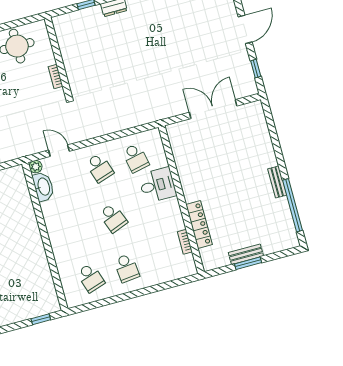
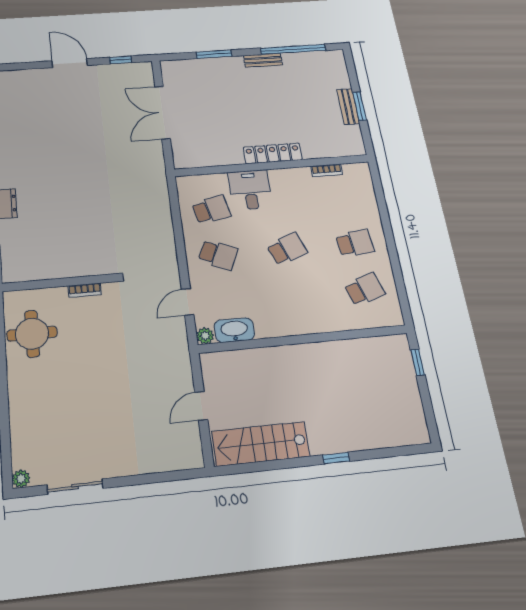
window: (275, 142) -> (214, 54), added
school desk: (100, 168) -> (218, 255), turned 42
locker: (199, 224) -> (273, 153), moved

